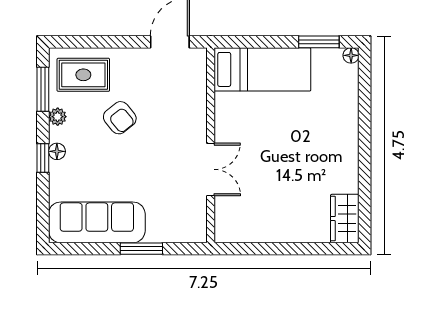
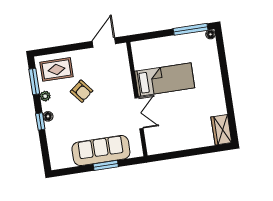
window: (319, 42) -> (191, 29), width x1.44
bed: (262, 69) -> (165, 80), moved
sofa: (97, 222) -> (101, 151), moved

